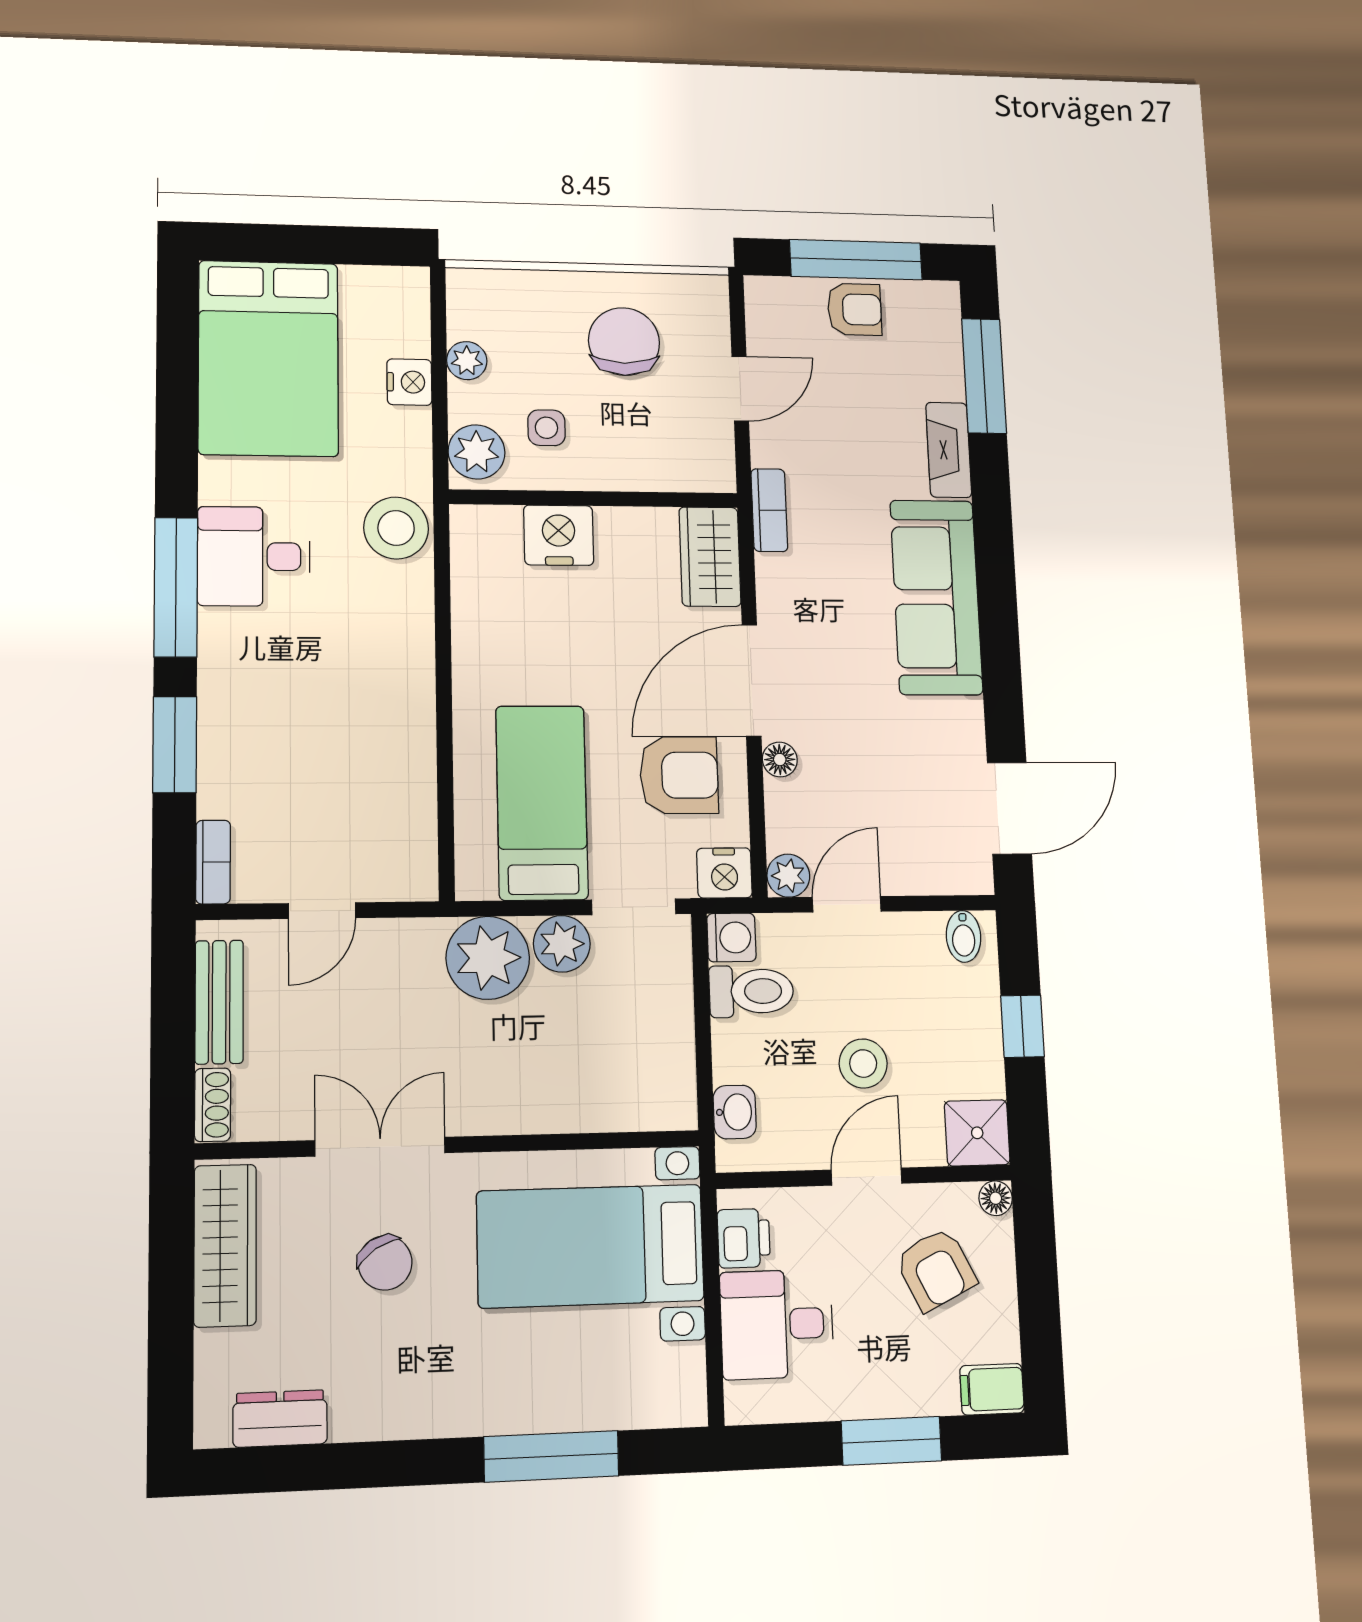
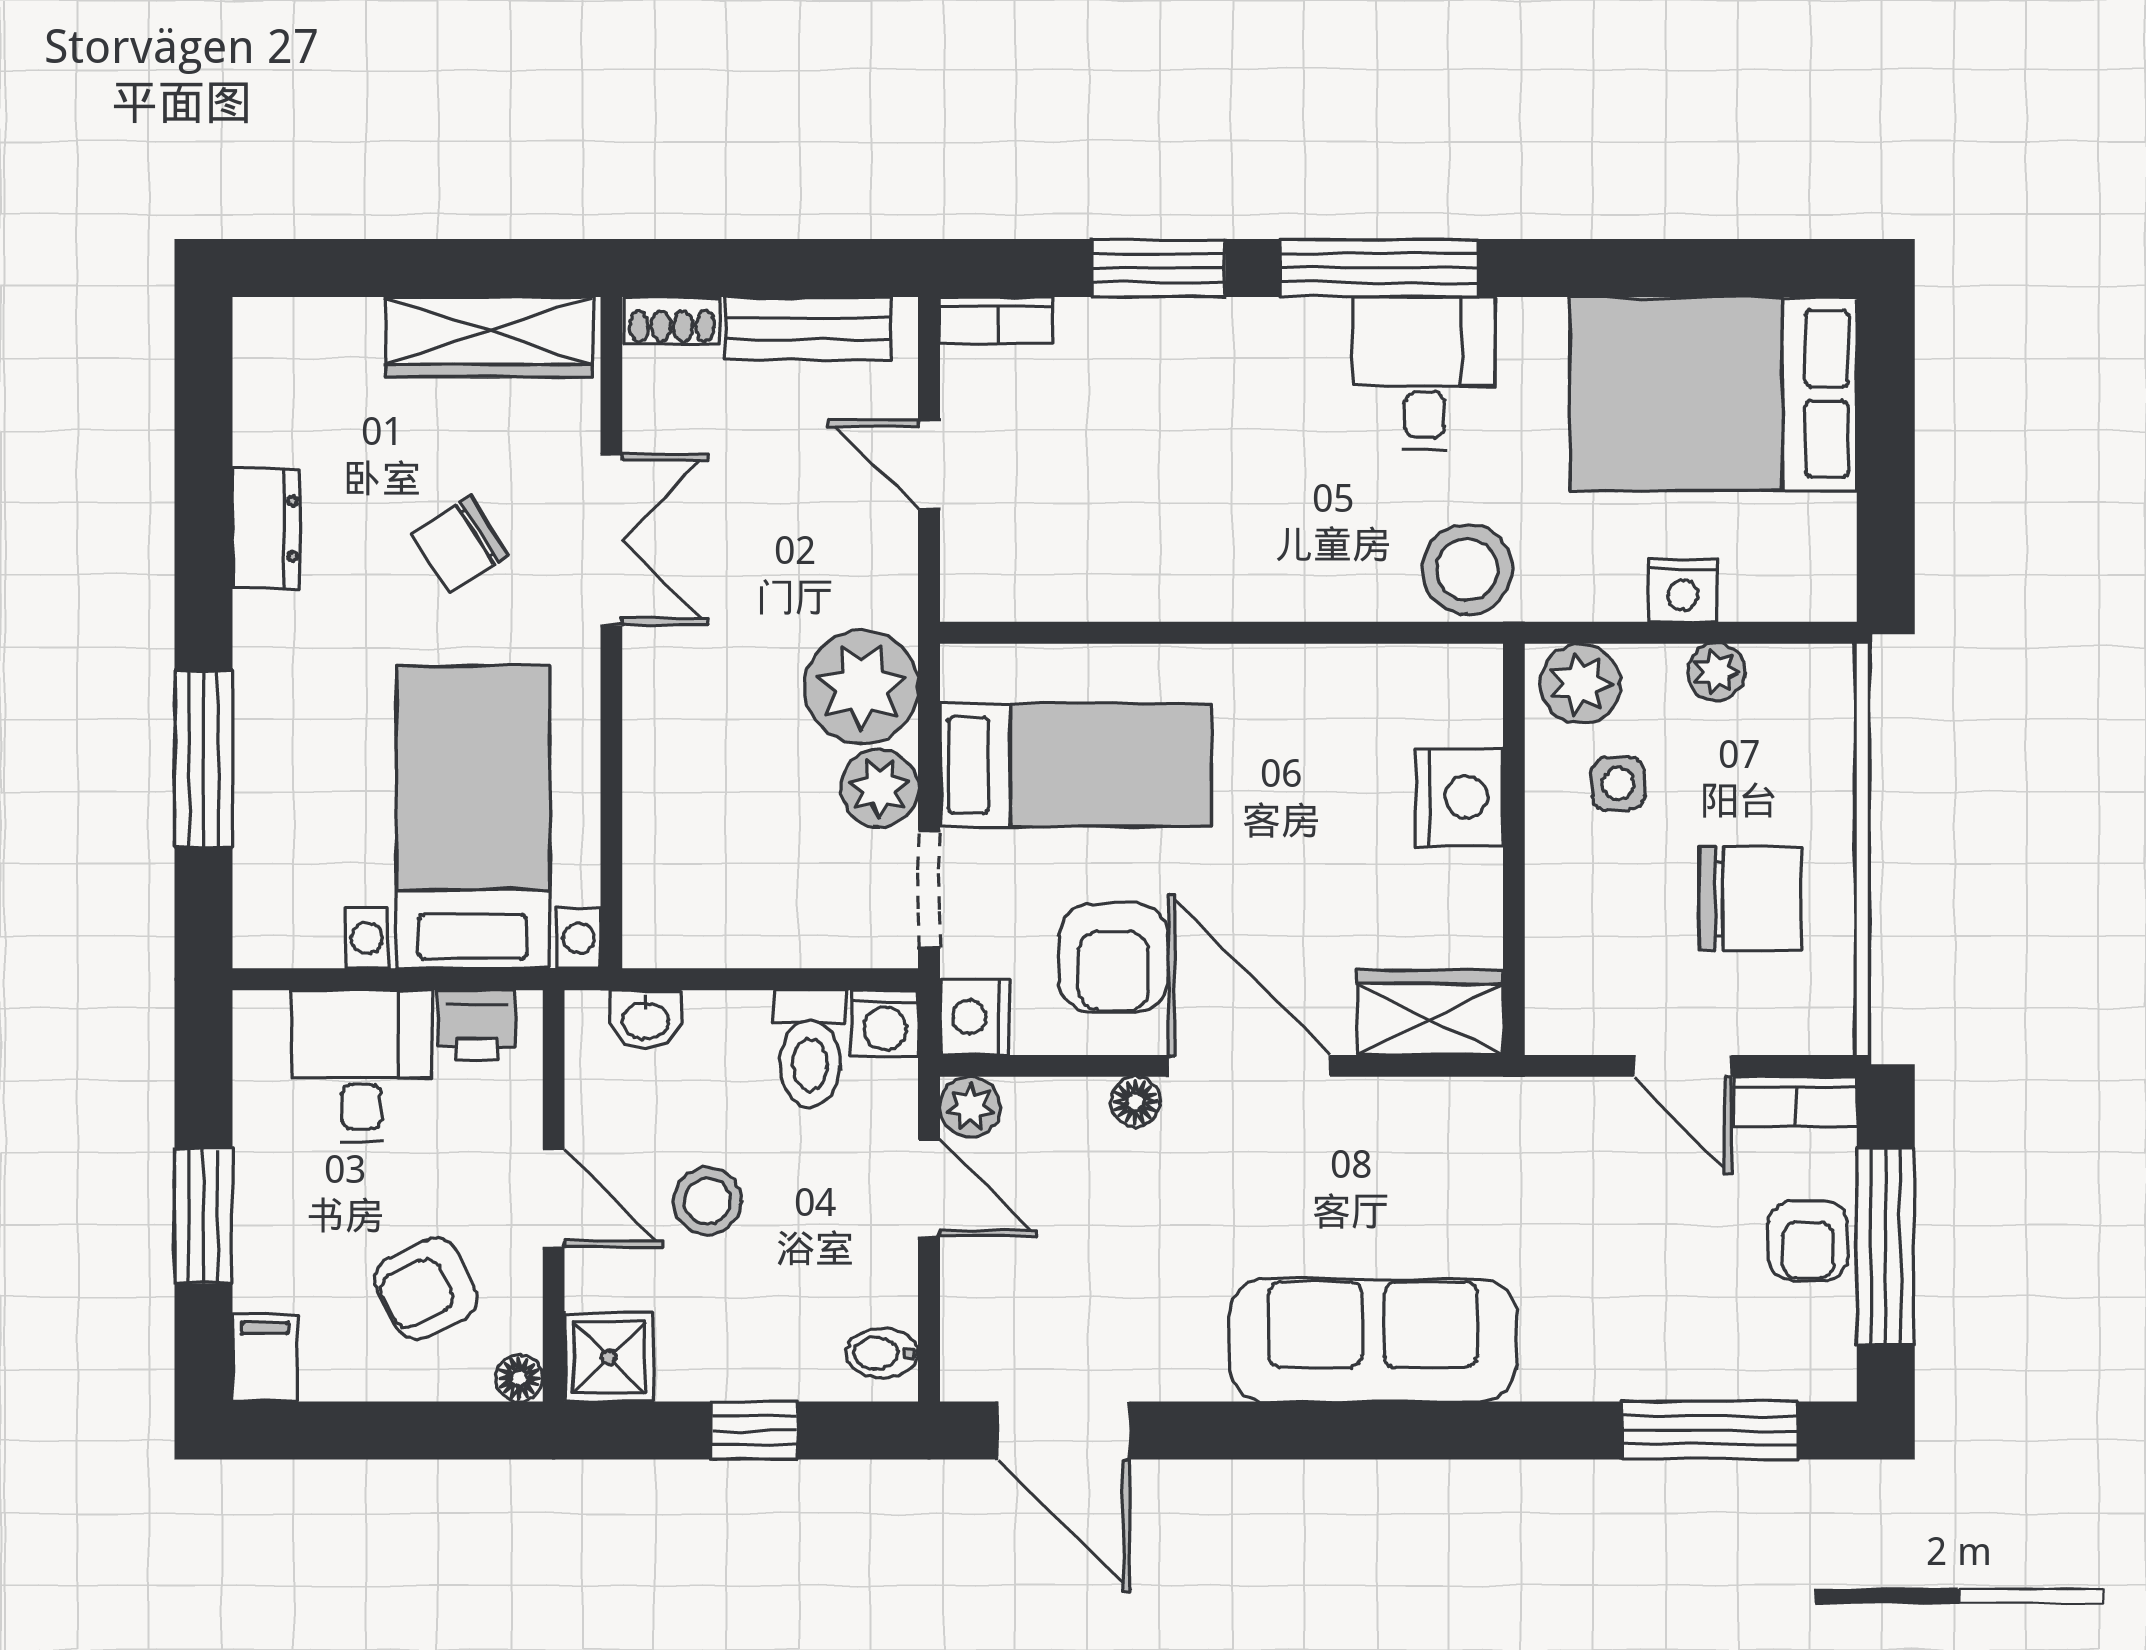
fireplace: (949, 450) -> (1595, 1371), removed
bookcase: (769, 510) -> (1795, 1101), moved
dresser: (280, 1419) -> (266, 529), moved

